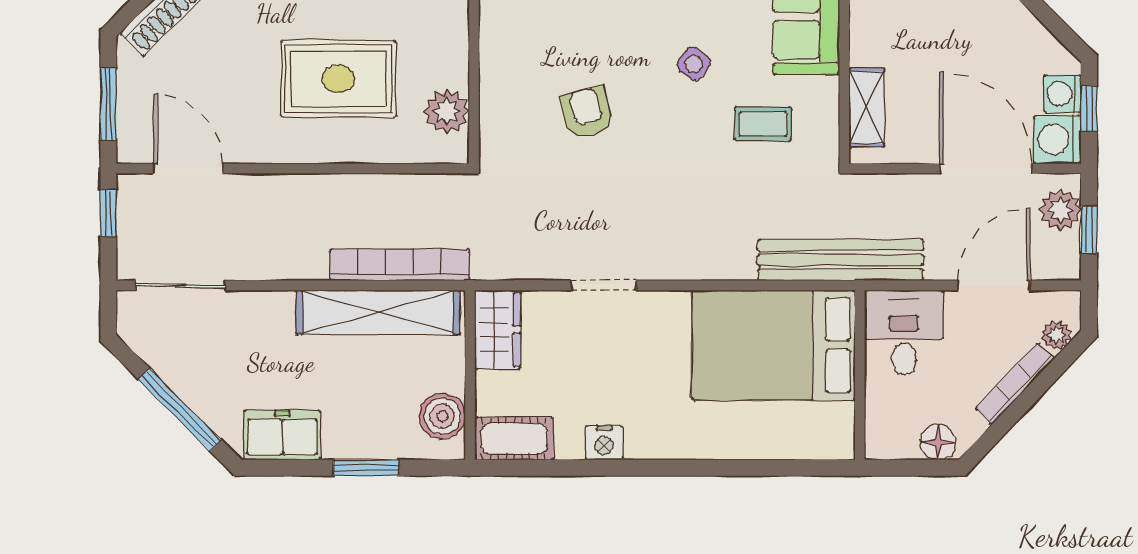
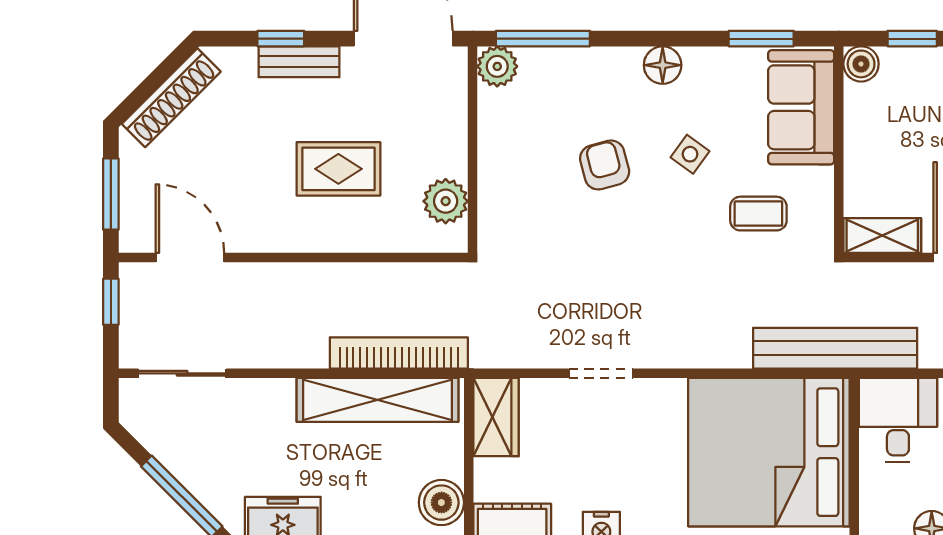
rug: (338, 79) -> (338, 169), width x0.73, depth x0.70
shelving: (867, 108) -> (882, 235), moved, turned 90
armchair: (587, 112) -> (605, 165), moved
bed: (774, 345) -> (769, 452), width x1.36

